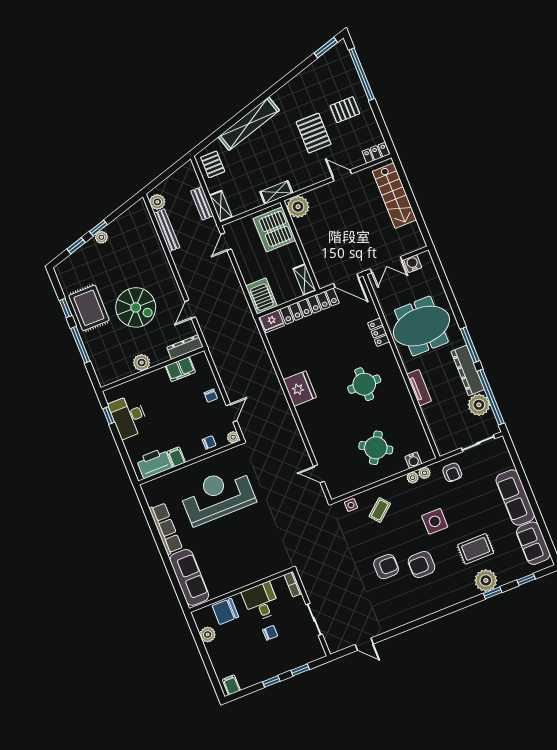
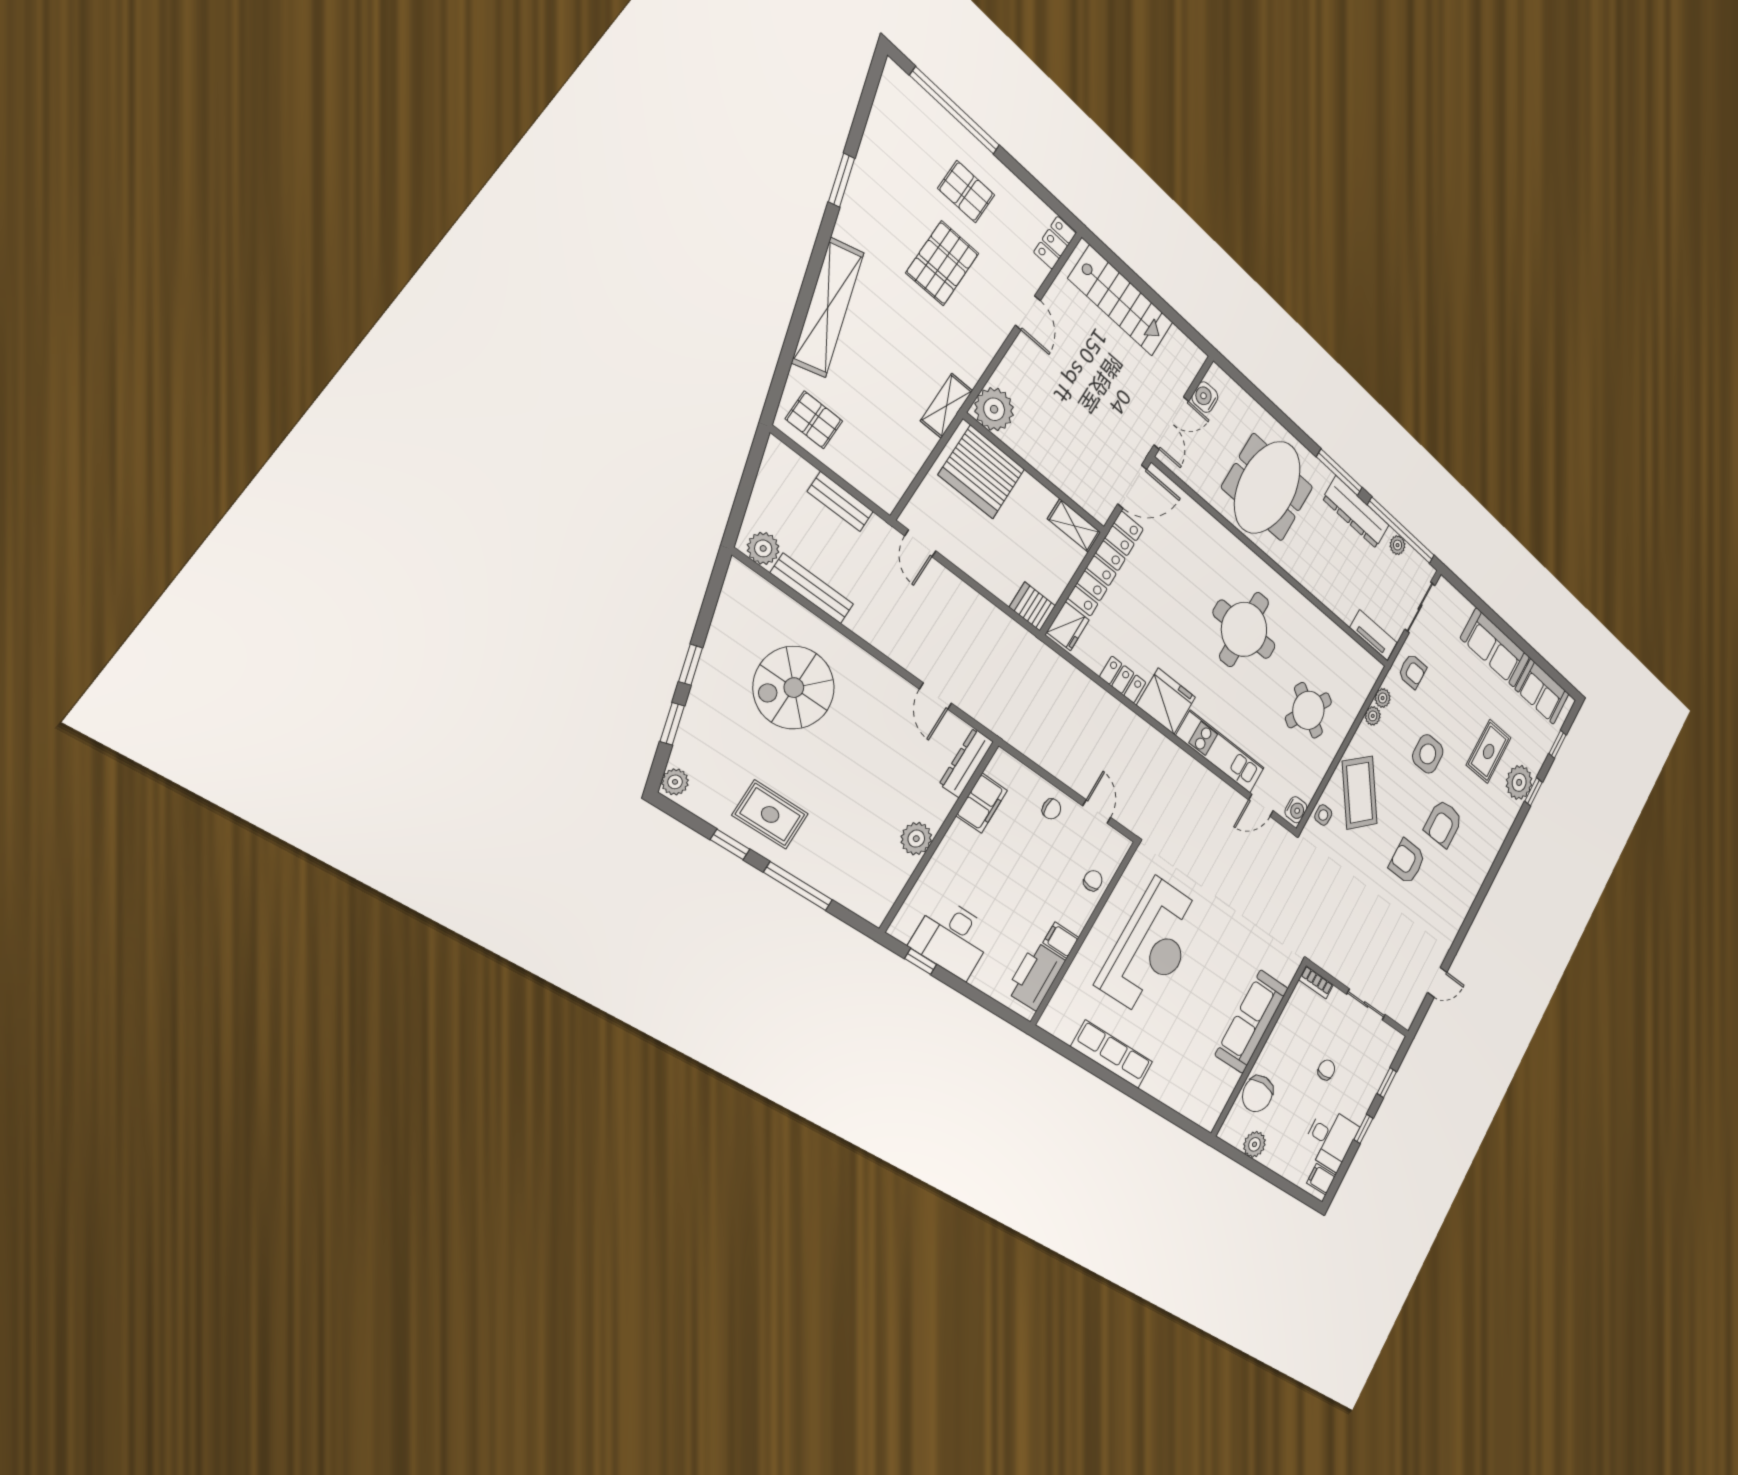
window: (326, 48) -> (842, 180), moved
pallet: (345, 110) -> (966, 192), turned 90
pallet: (314, 133) -> (942, 263), turned 90
door: (342, 175) -> (1028, 313), swing flipped
shelving: (221, 206) -> (874, 487), removed
plant: (101, 237) -> (675, 782), moved
server rack: (261, 296) -> (1032, 606), width x0.73, depth x0.70
spiral stairs: (136, 307) -> (794, 688), moved, turned 180
rug: (89, 308) -> (770, 814), width x0.73, depth x0.70
locker: (379, 332) -> (1123, 680), moved, turned 180
round table: (364, 384) -> (1244, 629), width x1.36, depth x1.36
tv unit: (419, 388) -> (1373, 635), moved
plant: (479, 405) -> (1398, 545), width x0.53, depth x0.53
kitchen unit: (313, 432) -> (1220, 752), added
plant: (233, 437) -> (1121, 846), removed
water cooler: (413, 460) -> (1296, 810), moved
reception desk: (217, 496) -> (1152, 947), turned 180
coffee table: (380, 510) -> (1360, 793), width x1.86, depth x1.72
armchair: (386, 567) -> (1407, 861), turned -90
sofa: (189, 577) -> (1252, 1021), moved, turned -90
desk: (261, 602) -> (1330, 1138), moved, turned 180

